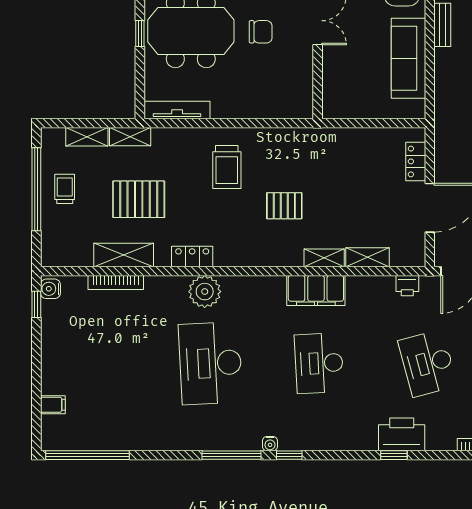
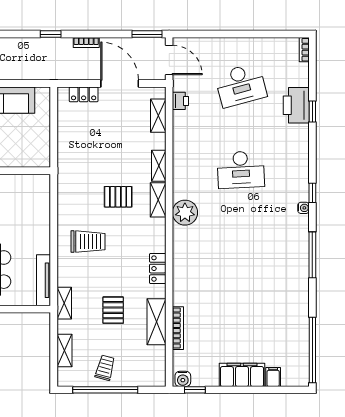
shelving: (130, 137) -> (64, 303), moved
trolley: (65, 189) -> (105, 368), turned 105
pallet: (139, 199) -> (113, 310), width x0.67, depth x0.71
pallet: (284, 206) -> (118, 197), turned 90
shelving: (280, 257) -> (158, 200), added
shelving: (367, 257) -> (158, 116), moved
filing cabinet: (316, 290) -> (242, 375), moved, turned -90
plant: (205, 292) -> (185, 213), moved
desk: (210, 363) -> (241, 254), removed
window: (232, 455) -> (312, 255), moved

